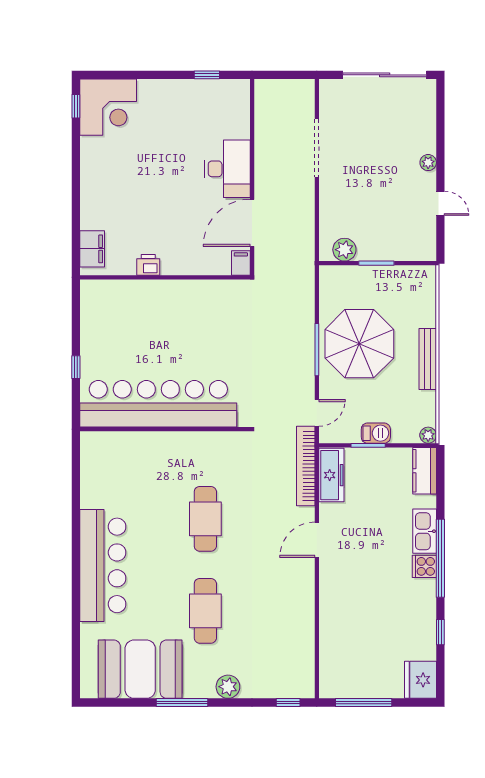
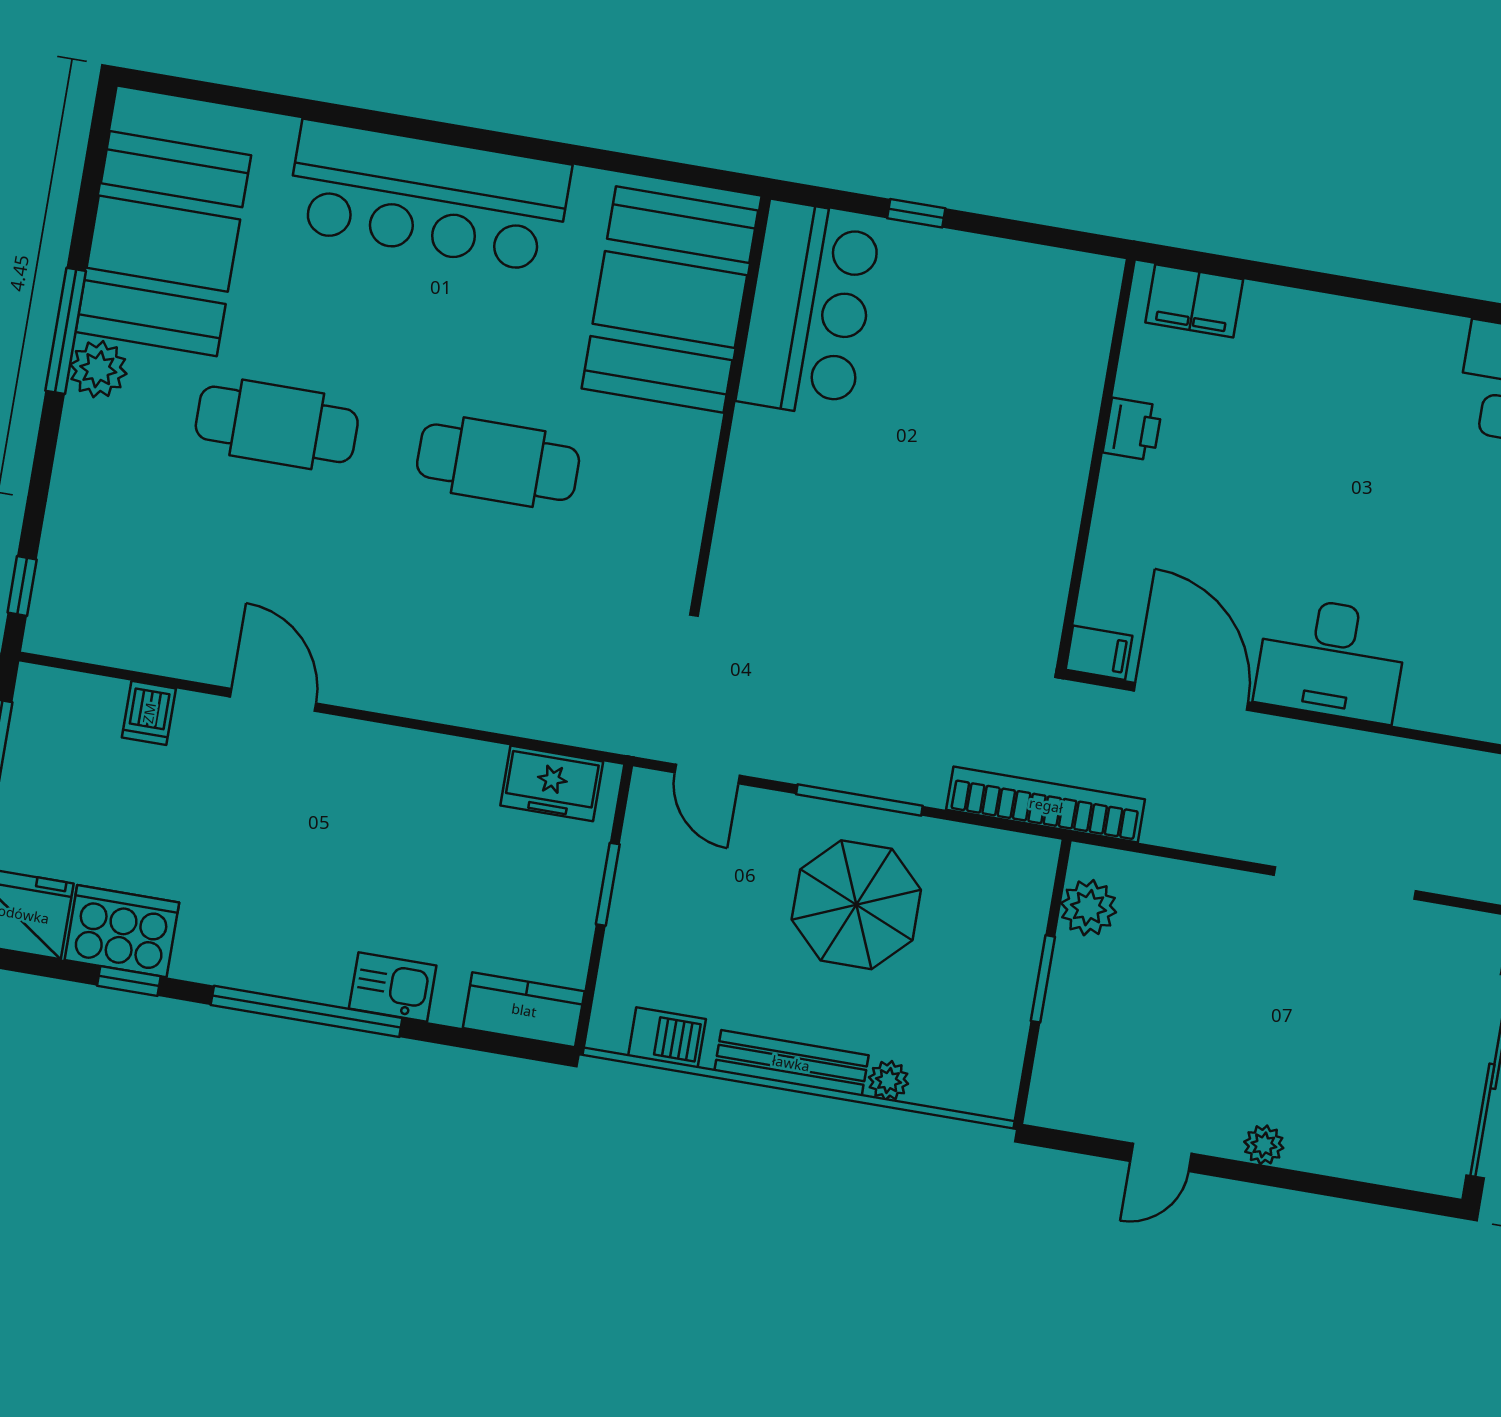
parasol: (359, 344) -> (856, 905), width x0.73, depth x0.73
bar counter: (158, 404) -> (809, 309), width x0.54
barbecue: (376, 433) -> (667, 1038), moved, turned -90
plant: (428, 435) -> (888, 1081), moved
booth: (128, 461) -> (670, 299), added
bookcase: (306, 466) -> (1046, 805), moved
freezer: (331, 475) -> (552, 783), width x0.71
kitchen sink: (425, 531) -> (393, 987), width x0.73
door: (317, 540) -> (273, 700), moved
cooker: (424, 566) -> (122, 931), moved, width x1.87, depth x1.31
dishwasher: (331, 643) -> (149, 713), added
plant: (228, 687) -> (98, 369), moved

